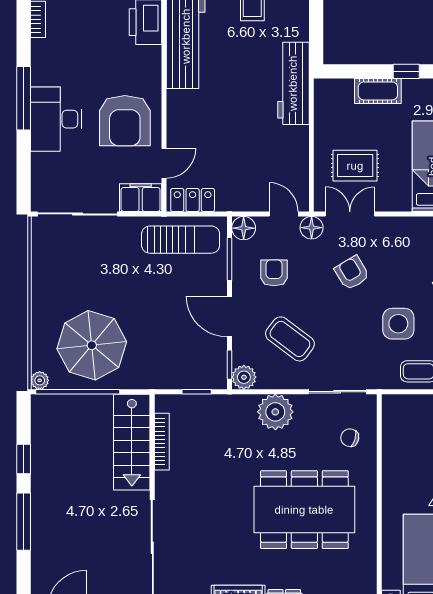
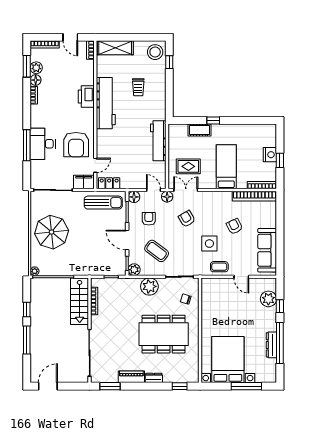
workbench: (293, 83) -> (158, 141), moved
window: (24, 98) -> (27, 145), moved
parasol: (92, 345) -> (52, 232), moved

